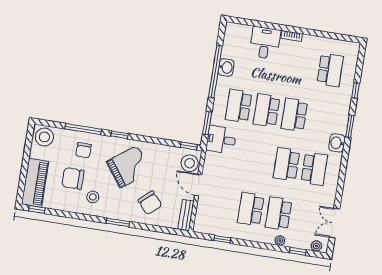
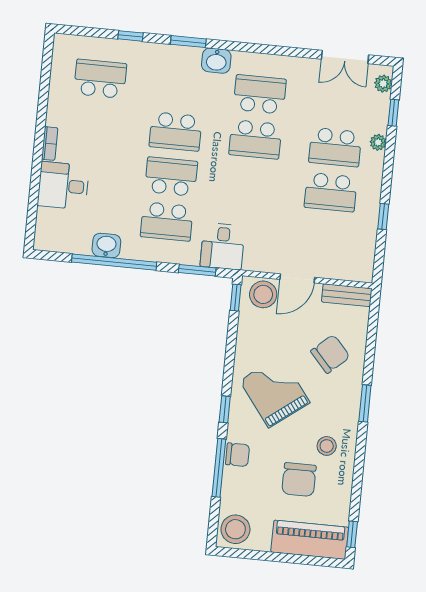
school desk: (267, 110) -> (171, 177), turned 180
chair: (84, 150) -> (238, 455), moved
window: (222, 239) -> (383, 217), moved

